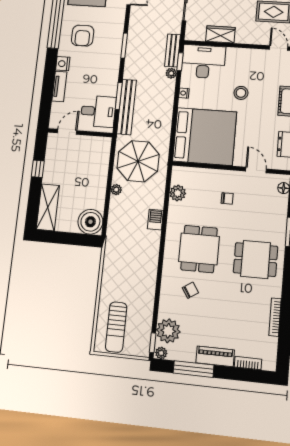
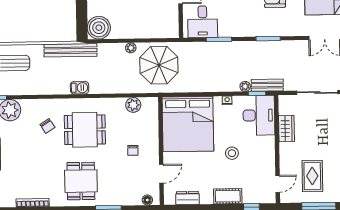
bench: (127, 107) -> (70, 50), moved
barbecue: (155, 220) -> (80, 88), moved

